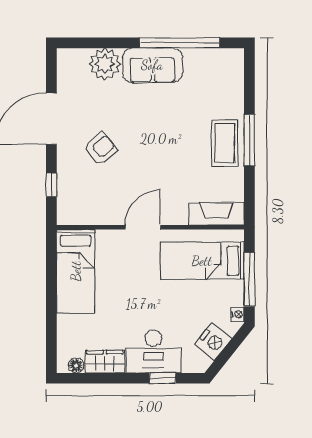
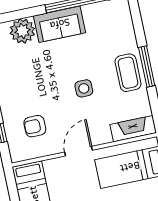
armchair: (101, 149) -> (35, 126), moved, turned -140
side table: (166, 151) -> (84, 88), added

